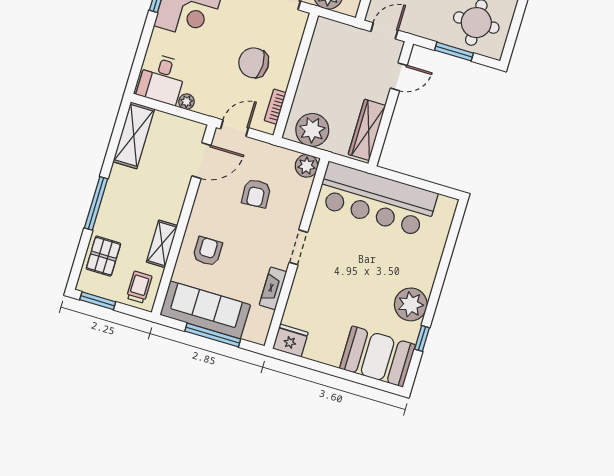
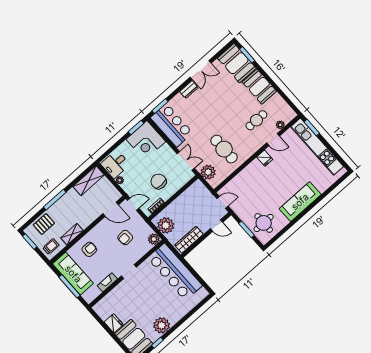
fridge: (290, 340) -> (114, 323), moved

